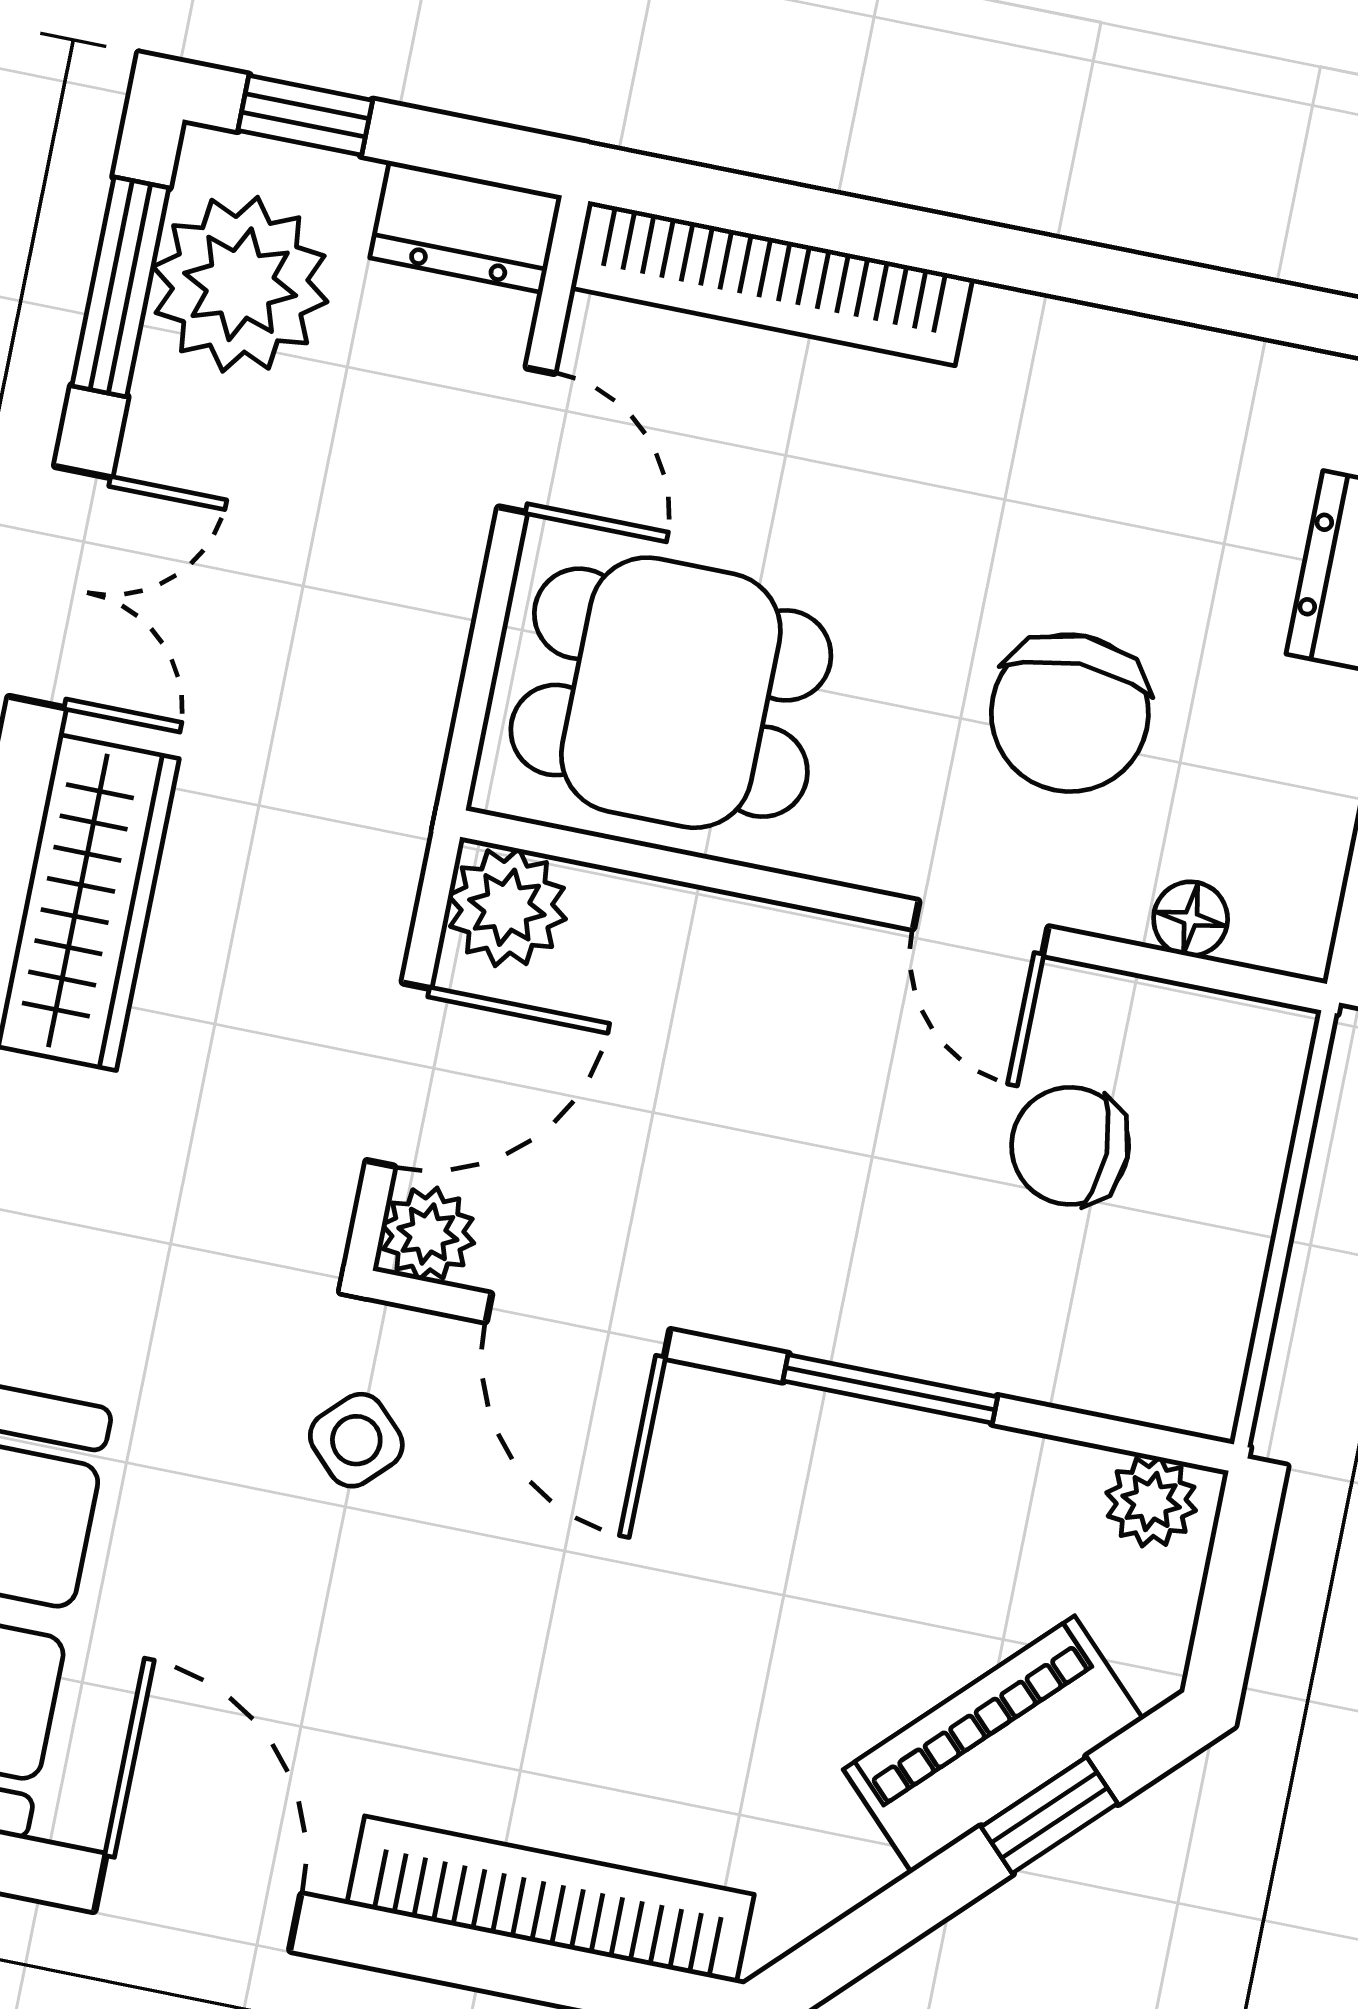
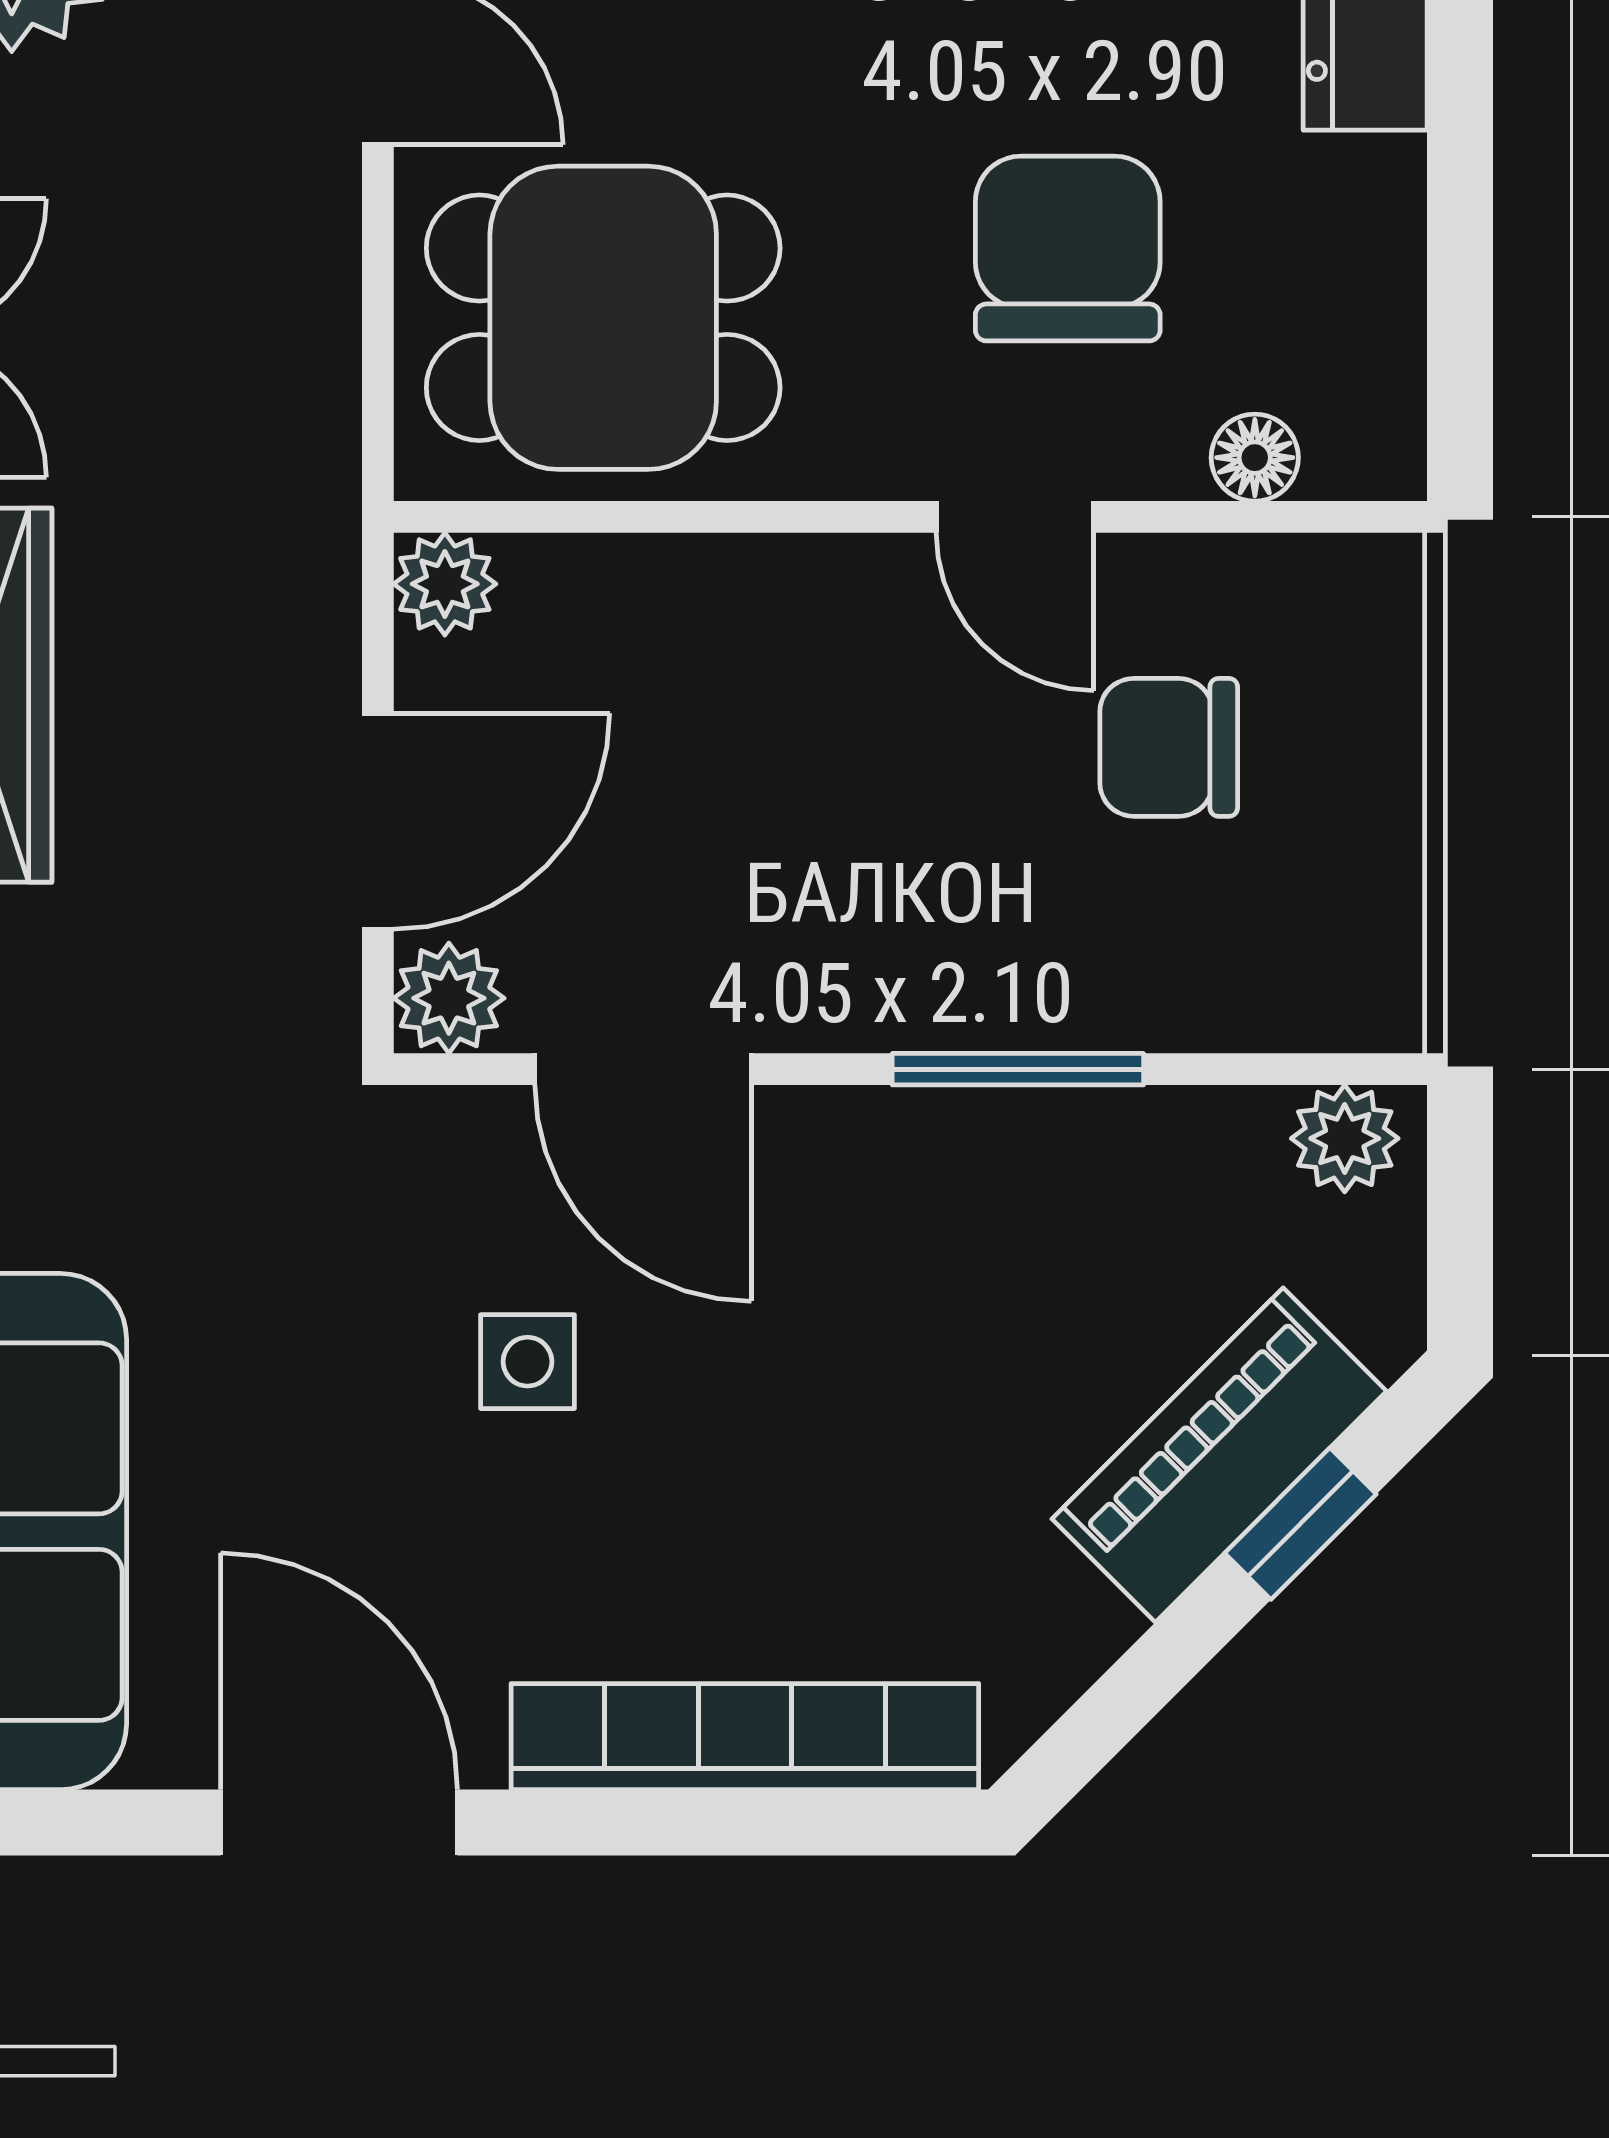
chair: (1070, 713) -> (1068, 249), turned 180
plant: (507, 907) -> (445, 584), width x0.73, depth x0.73
side table: (356, 1440) -> (527, 1362), moved, turned 45

